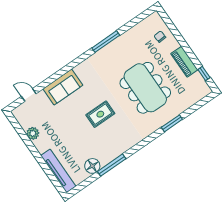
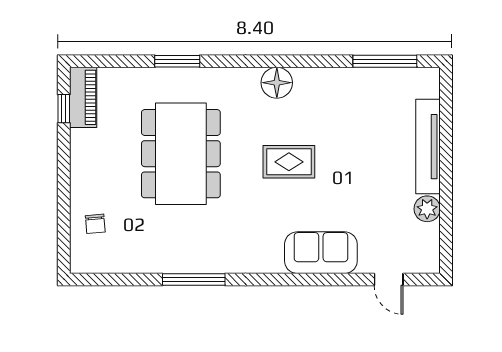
piano: (184, 62) -> (83, 97), moved
window: (112, 165) -> (385, 61), moved
floor lamp: (92, 166) -> (277, 83), moved
tv unit: (58, 171) -> (428, 147), moved

